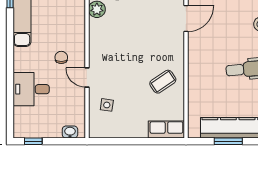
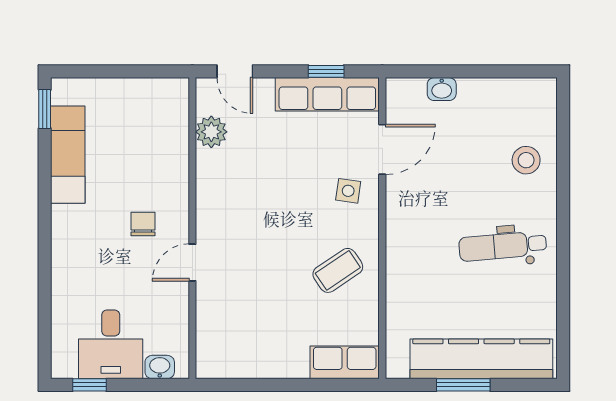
door: (87, 77) -> (192, 262), hinge flipped
desk: (31, 89) -> (111, 344), moved, turned -90
side table: (107, 105) -> (348, 191), moved

